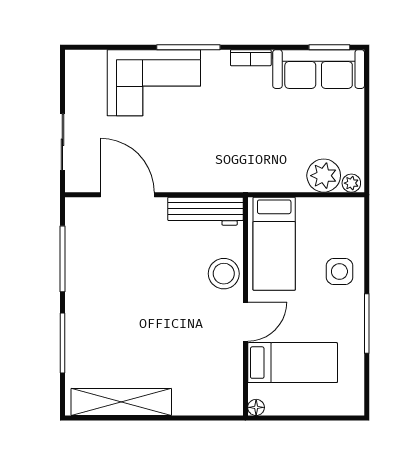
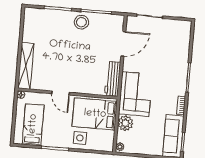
corner sofa: (154, 83) -> (135, 94), moved, turned 180
plant: (324, 176) -> (125, 123), moved
bed: (274, 244) -> (95, 114), width x1.50
stool: (224, 274) -> (81, 22), moved
bed: (293, 363) -> (33, 125), moved, turned 180
shelving: (121, 402) -> (26, 66), moved

